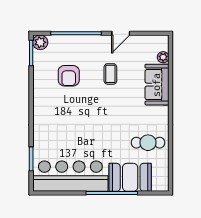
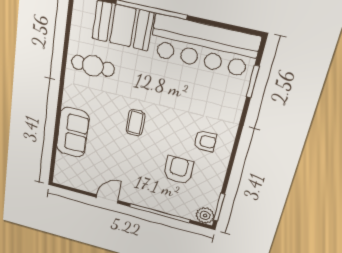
plant: (163, 57) -> (62, 161), removed
coffee table: (110, 74) -> (135, 123), moved
armchair: (54, 105) -> (205, 141), added

